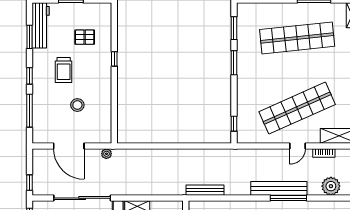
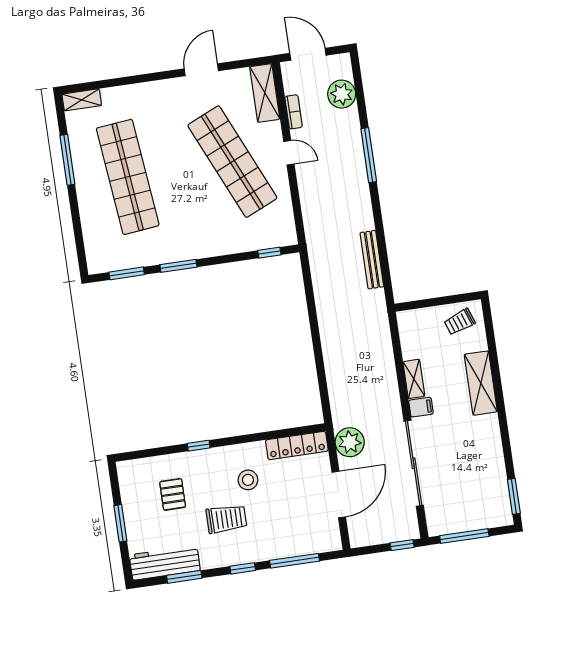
stool: (77, 105) -> (248, 480), moved
locker: (105, 123) -> (297, 445), added
plant: (106, 154) -> (350, 442), width x1.88, depth x1.88
bench: (279, 188) -> (356, 171), removed
bench: (205, 190) -> (372, 260), moved

